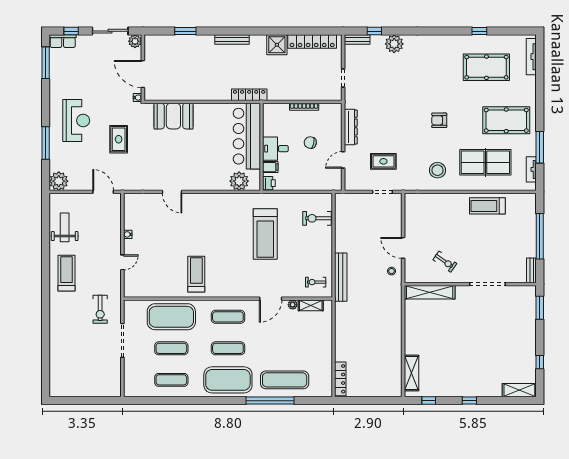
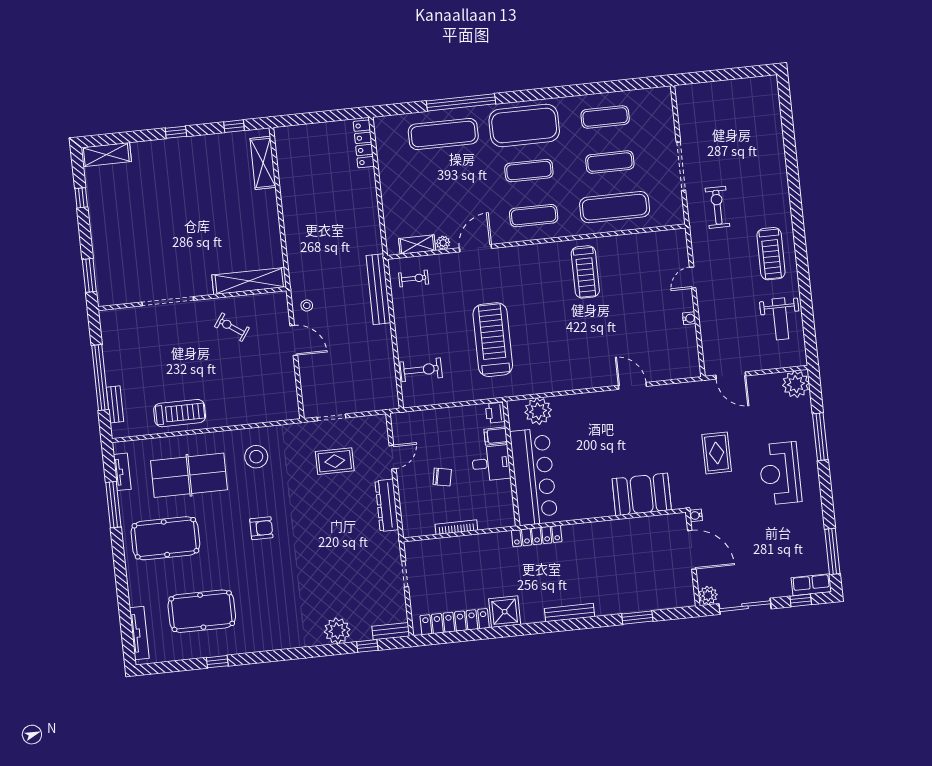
bench: (531, 270) -> (115, 404), moved
exercise mat: (171, 317) -> (615, 207), width x0.68

